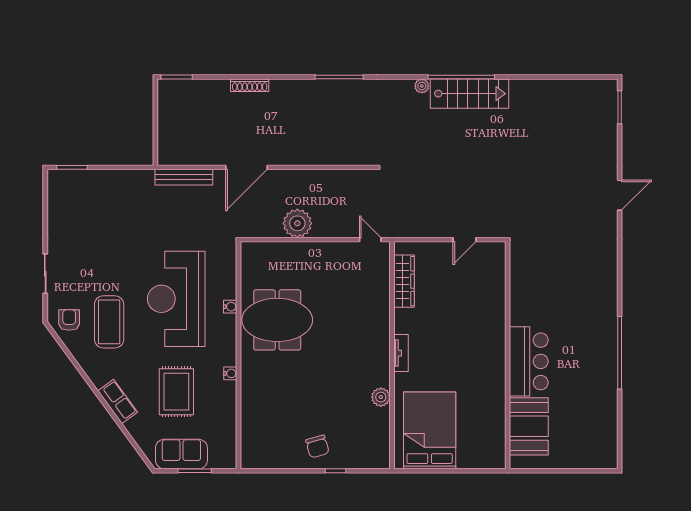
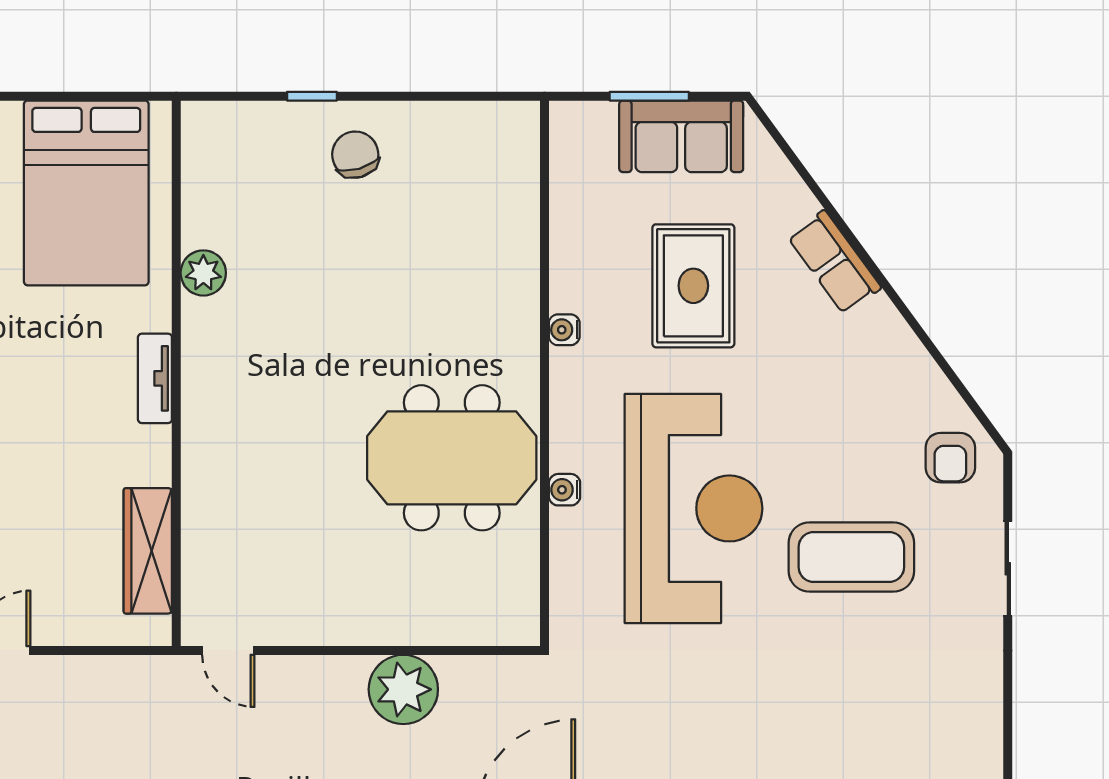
coffee table: (109, 322) -> (851, 557), moved, turned 90

